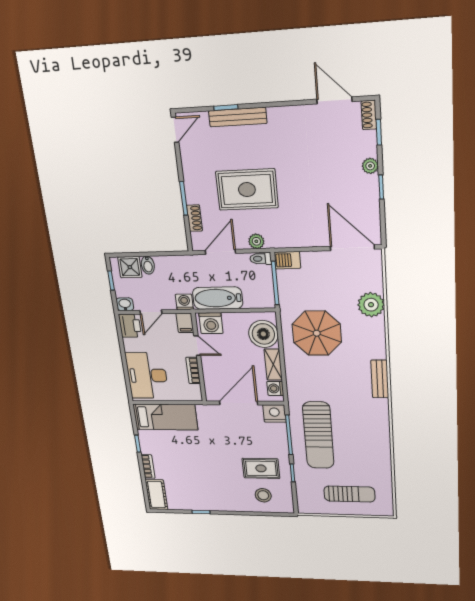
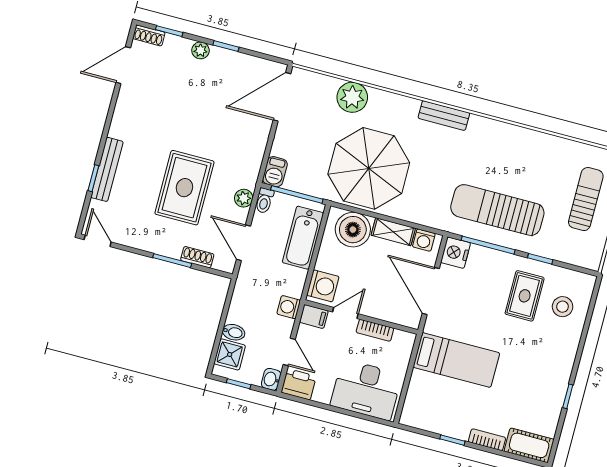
bathtub: (218, 298) -> (303, 238), moved
parasol: (317, 333) -> (369, 168), width x1.36, depth x1.36
bed: (165, 417) -> (456, 360), moved, turned 90
sun lounger: (318, 435) -> (497, 210), turned 180

